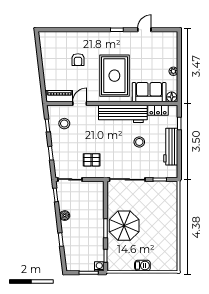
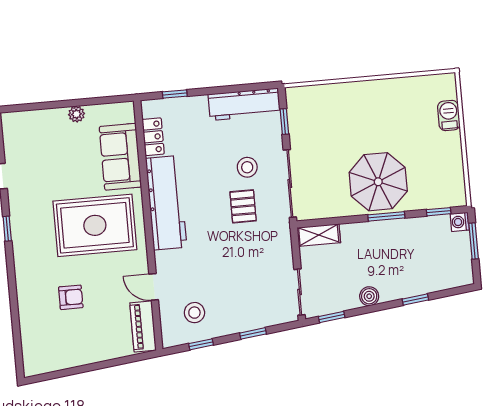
floor lamp: (172, 97) -> (126, 113), removed
stool: (139, 142) -> (247, 167), moved
workbench: (171, 147) -> (244, 104), moved
pallet: (92, 160) -> (243, 206), moved
shelving: (99, 192) -> (319, 235), added
barbecue: (142, 266) -> (449, 115), moved

